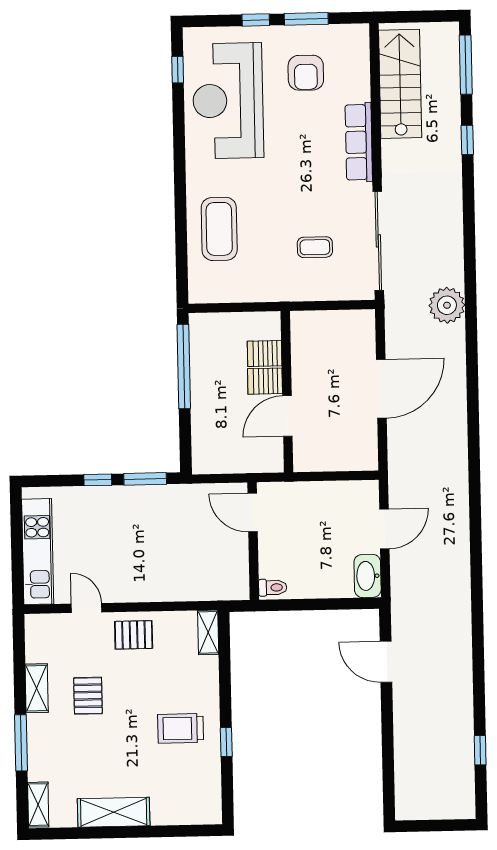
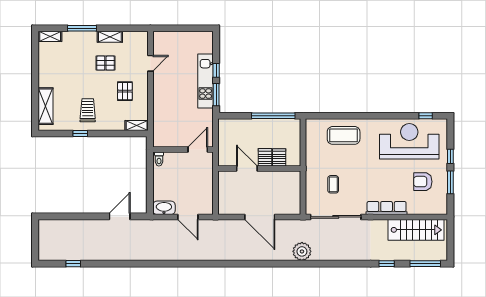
kitchen unit: (38, 552) -> (206, 81), moved, turned 90
pallet: (134, 635) -> (125, 91), moved
shelving: (114, 812) -> (45, 106), moved

